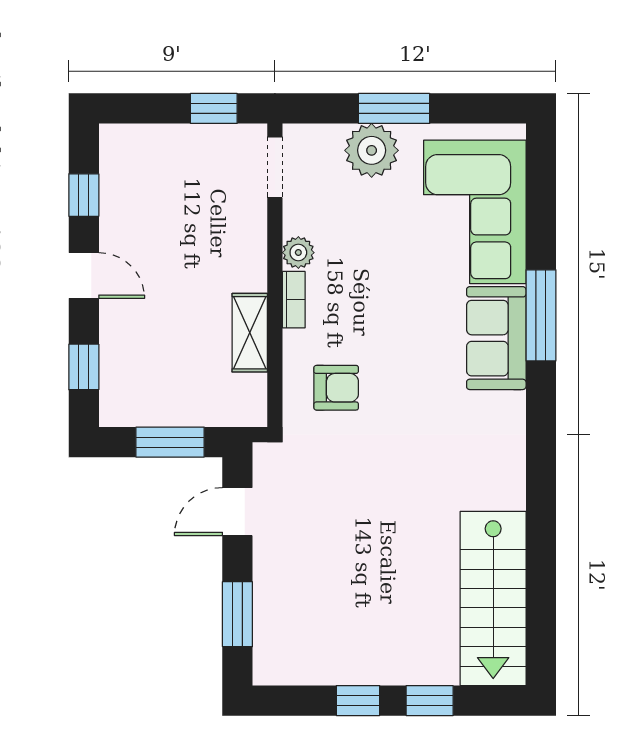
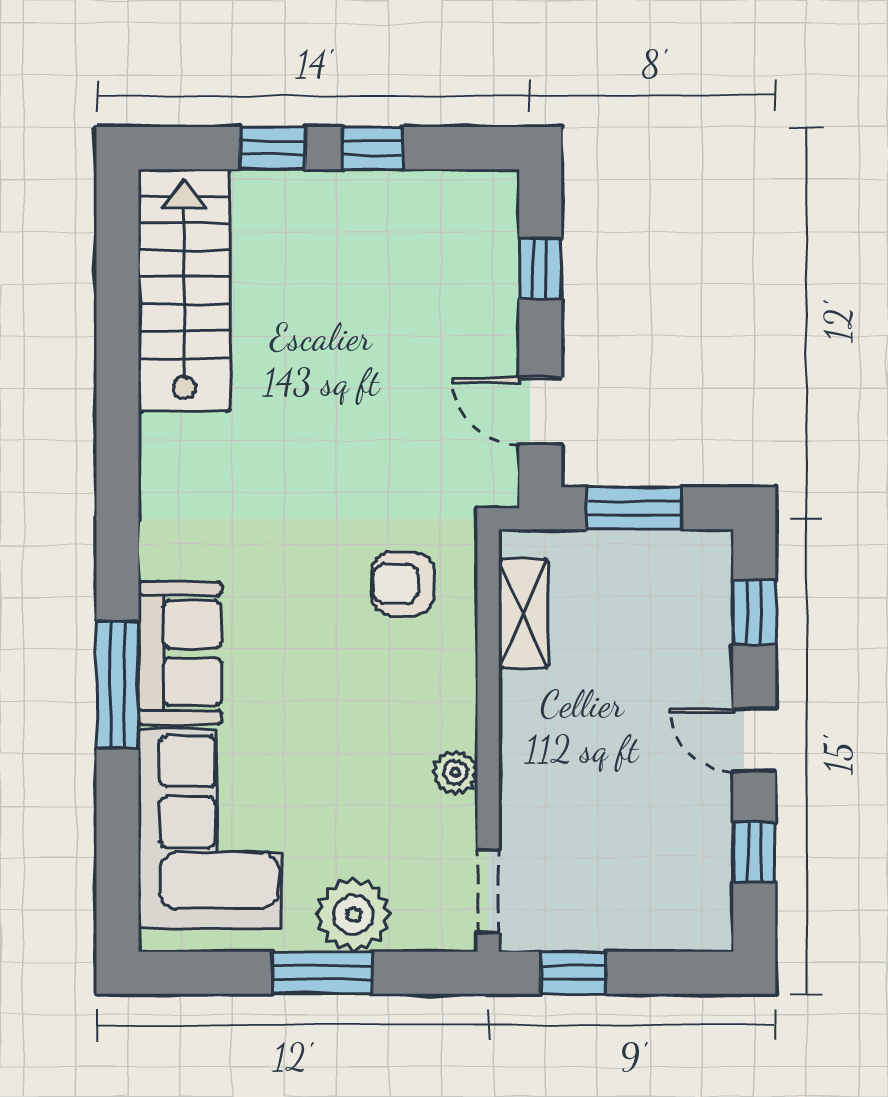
bookcase: (294, 300) -> (462, 707), removed
shelving: (250, 333) -> (523, 614), moved
door: (237, 512) -> (540, 411), swing flipped
window: (237, 614) -> (540, 269), width x0.67

